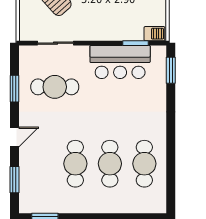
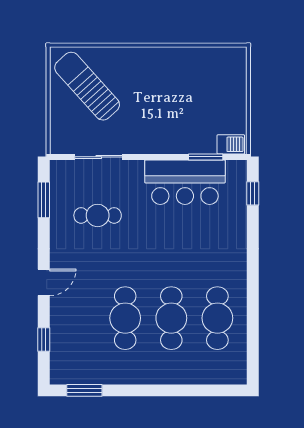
window: (171, 70) -> (253, 193), width x0.67
cafe table: (55, 87) -> (98, 215), width x0.73, depth x0.74
window: (14, 89) -> (44, 200), moved
window: (14, 180) -> (44, 339), width x0.67

